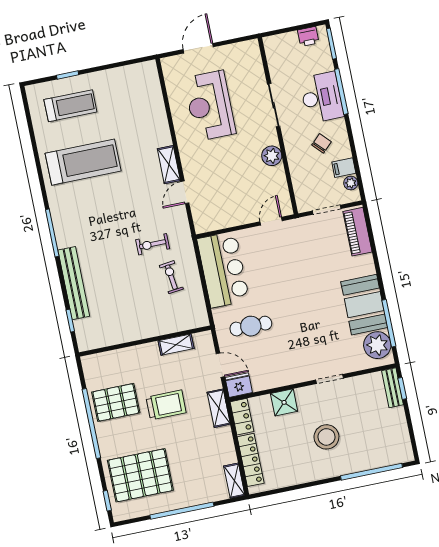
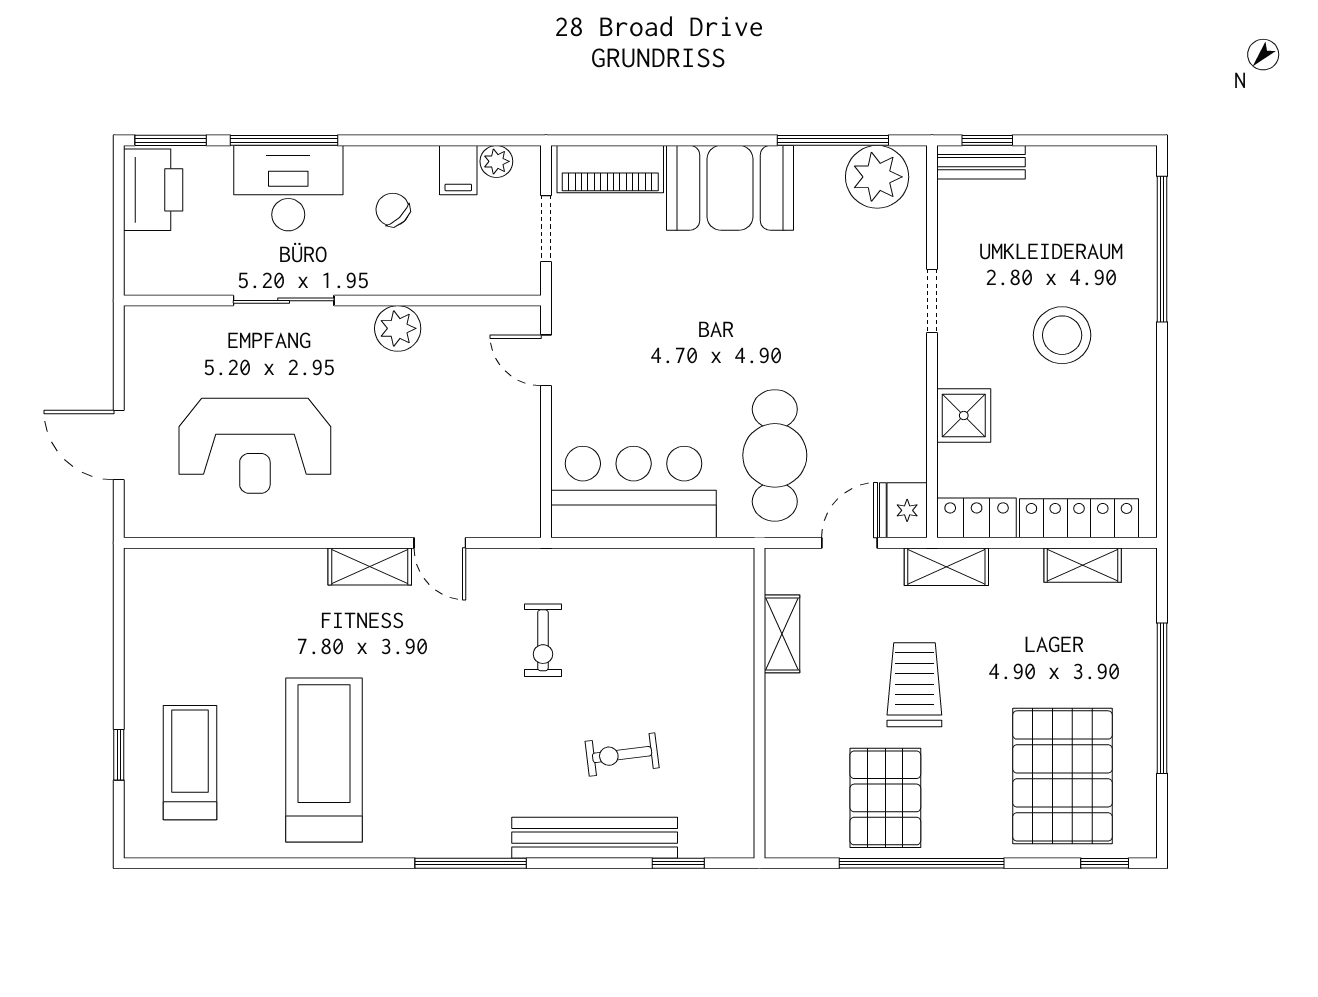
printer: (308, 36) -> (153, 190), width x1.87, depth x1.48
exercise bike: (171, 277) -> (622, 755), moved
booth: (364, 305) -> (730, 188), moved
cafe table: (251, 326) -> (775, 455), width x1.37, depth x1.35
shelving: (234, 481) -> (1083, 565), moved

